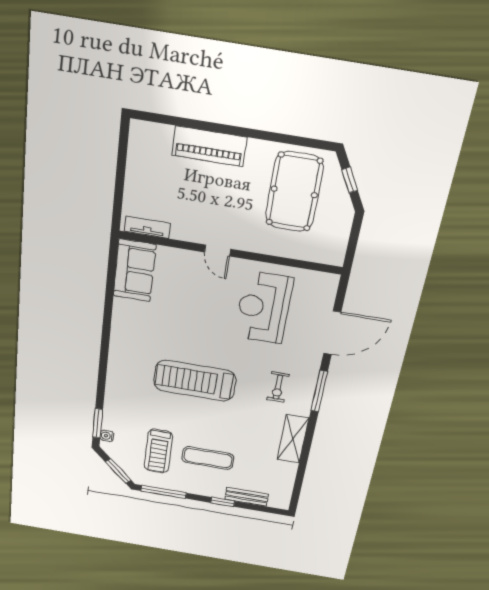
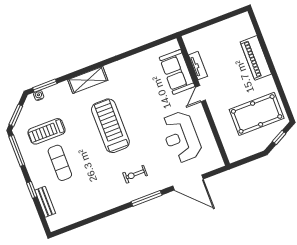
tv unit: (147, 227) -> (198, 66), moved
sofa: (135, 270) -> (177, 72), moved, turned 90
reception desk: (264, 307) -> (181, 137), turned -90
shelving: (293, 439) -> (88, 80), moved

